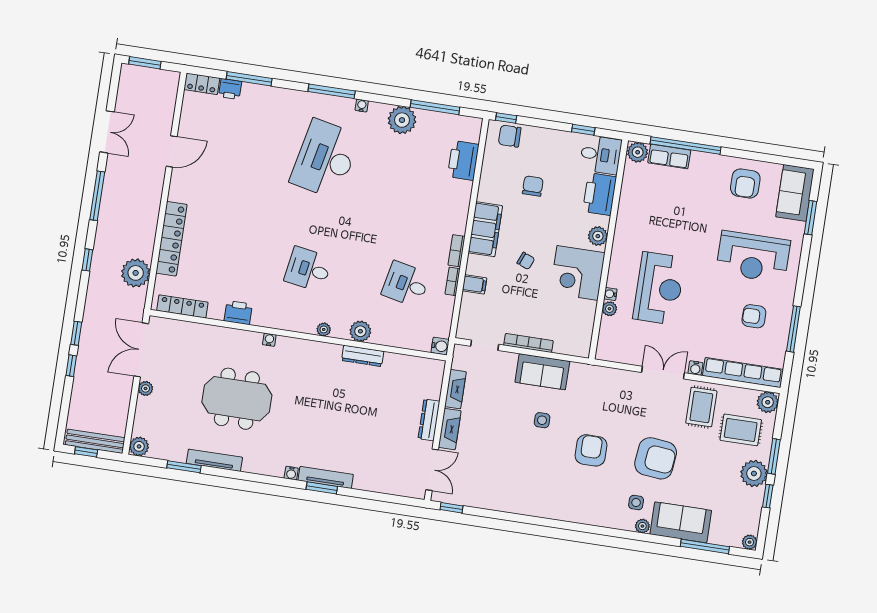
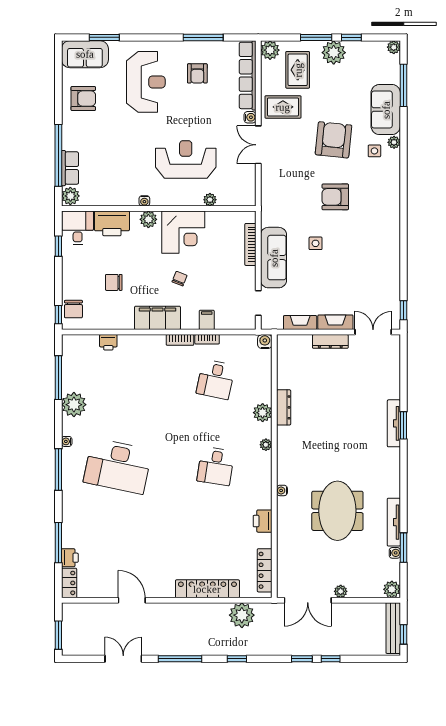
printer: (463, 160) -> (108, 342), width x0.53, depth x0.68
water cooler: (610, 294) -> (144, 201), moved
bookcase: (528, 343) -> (250, 244), moved
sofa: (542, 372) -> (274, 258), width x1.36
water cooler: (291, 473) -> (395, 553), moved

